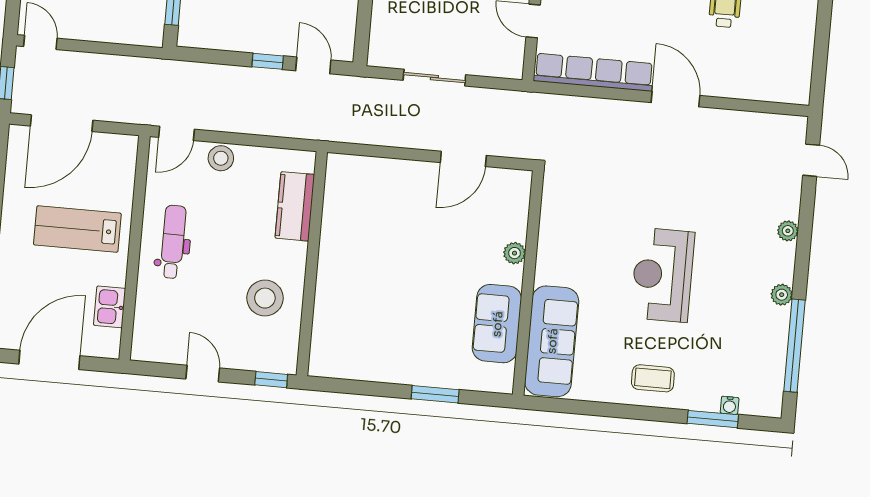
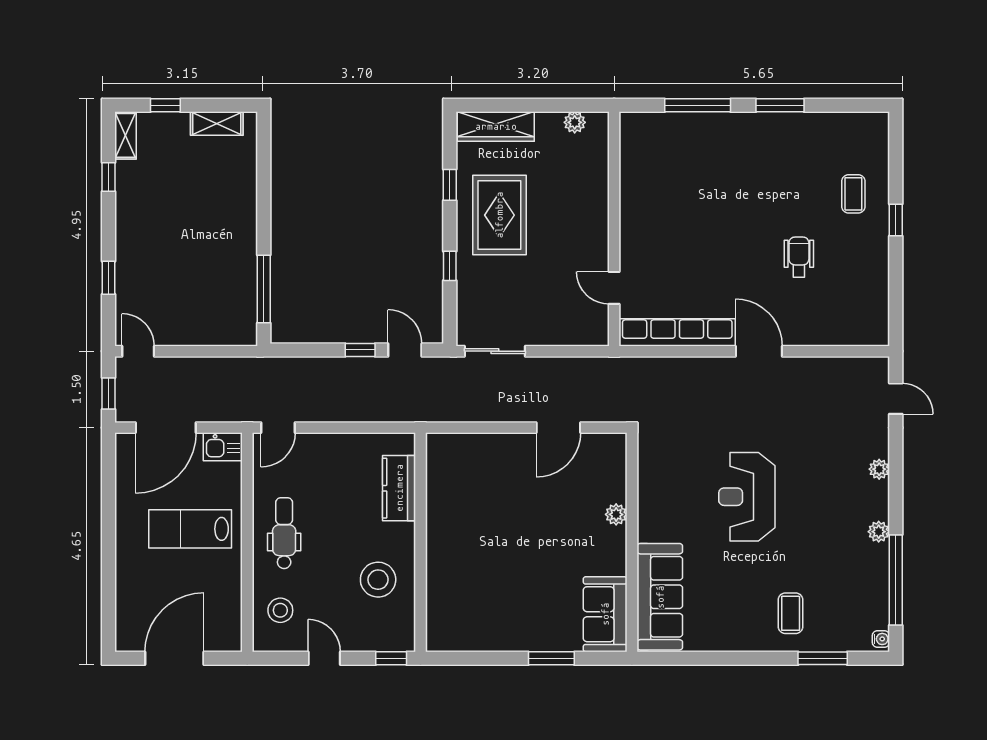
sliding door: (434, 78) -> (495, 351), moved
stool: (221, 158) -> (280, 610), moved
reception desk: (663, 275) -> (747, 497), moved
kitchen sink: (110, 307) -> (223, 447), moved, turned -90
sofa: (497, 324) -> (605, 614), moved
coffee table: (653, 378) -> (791, 613), moved, turned 90
water cooler: (730, 405) -> (881, 639), moved, turned -90

